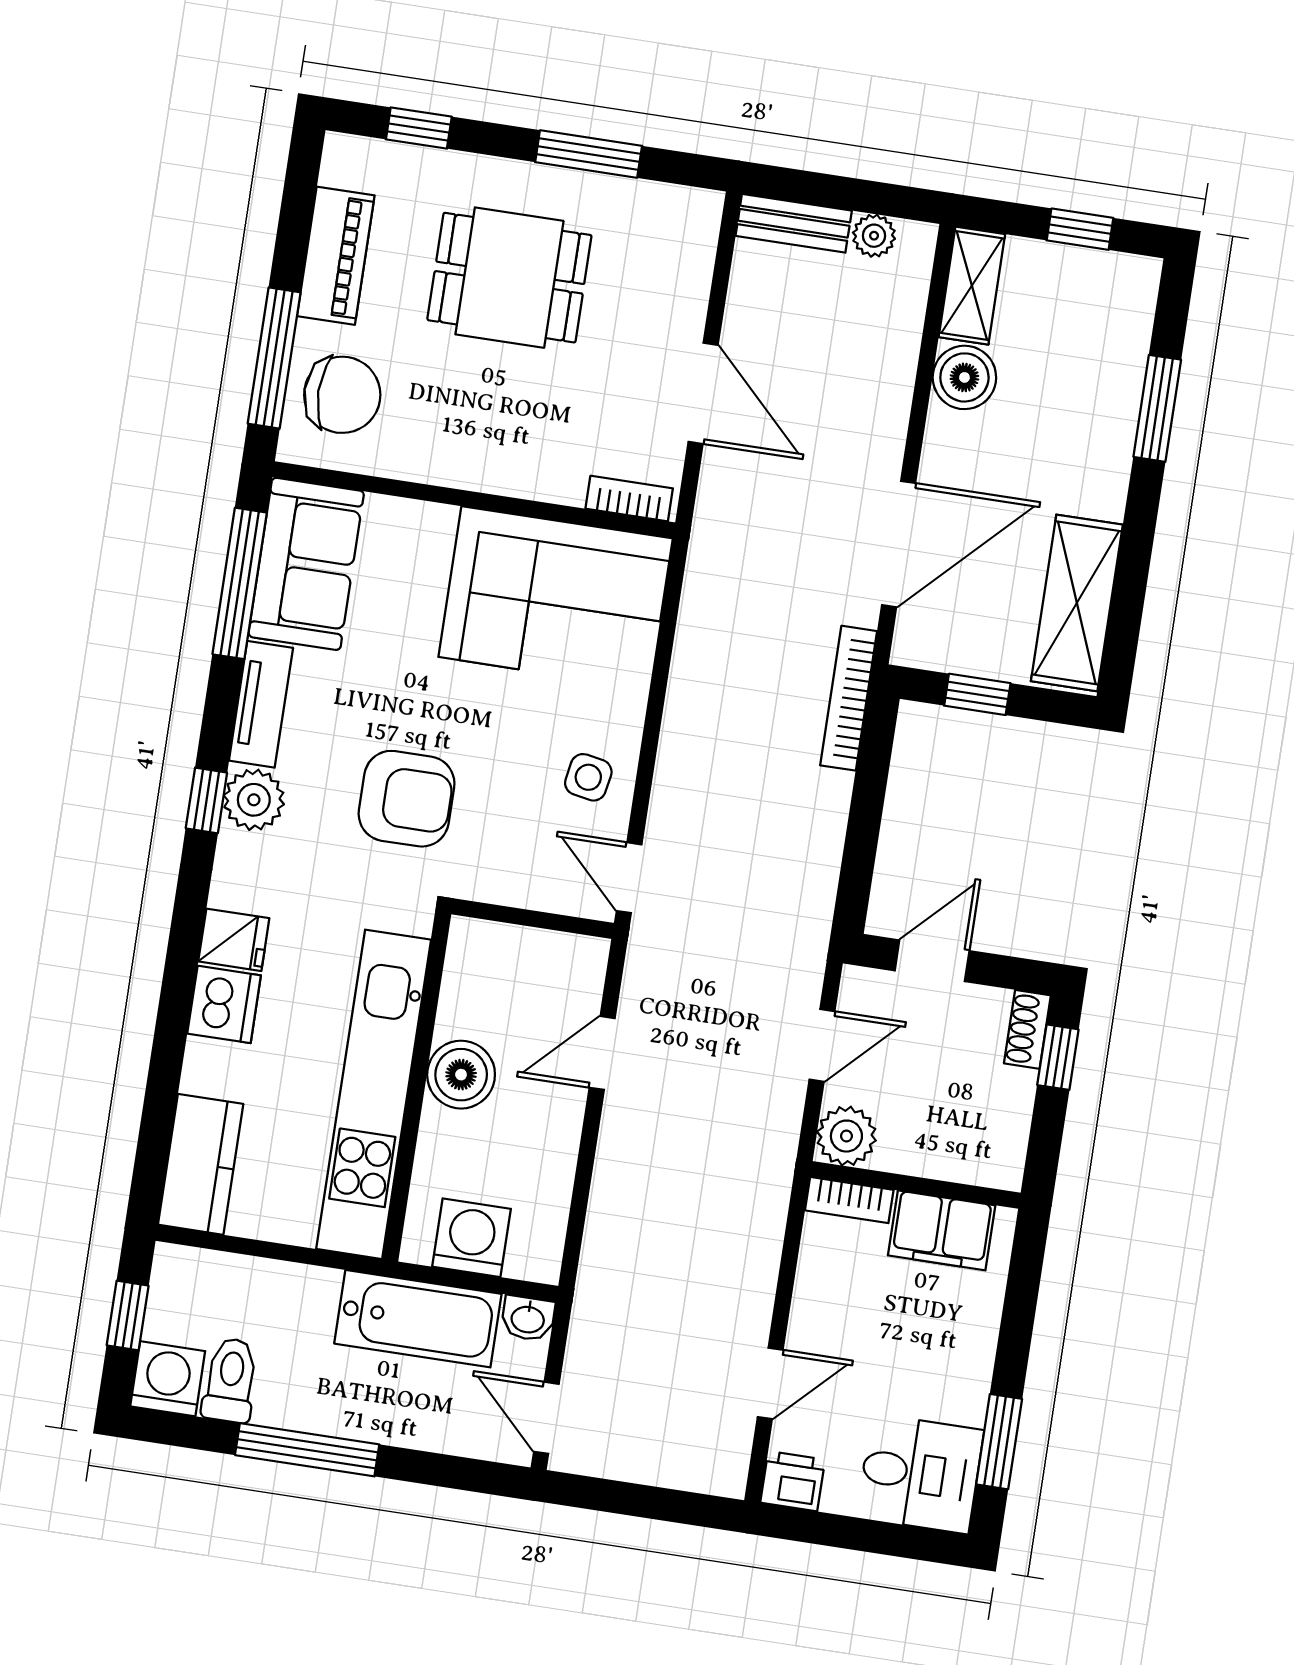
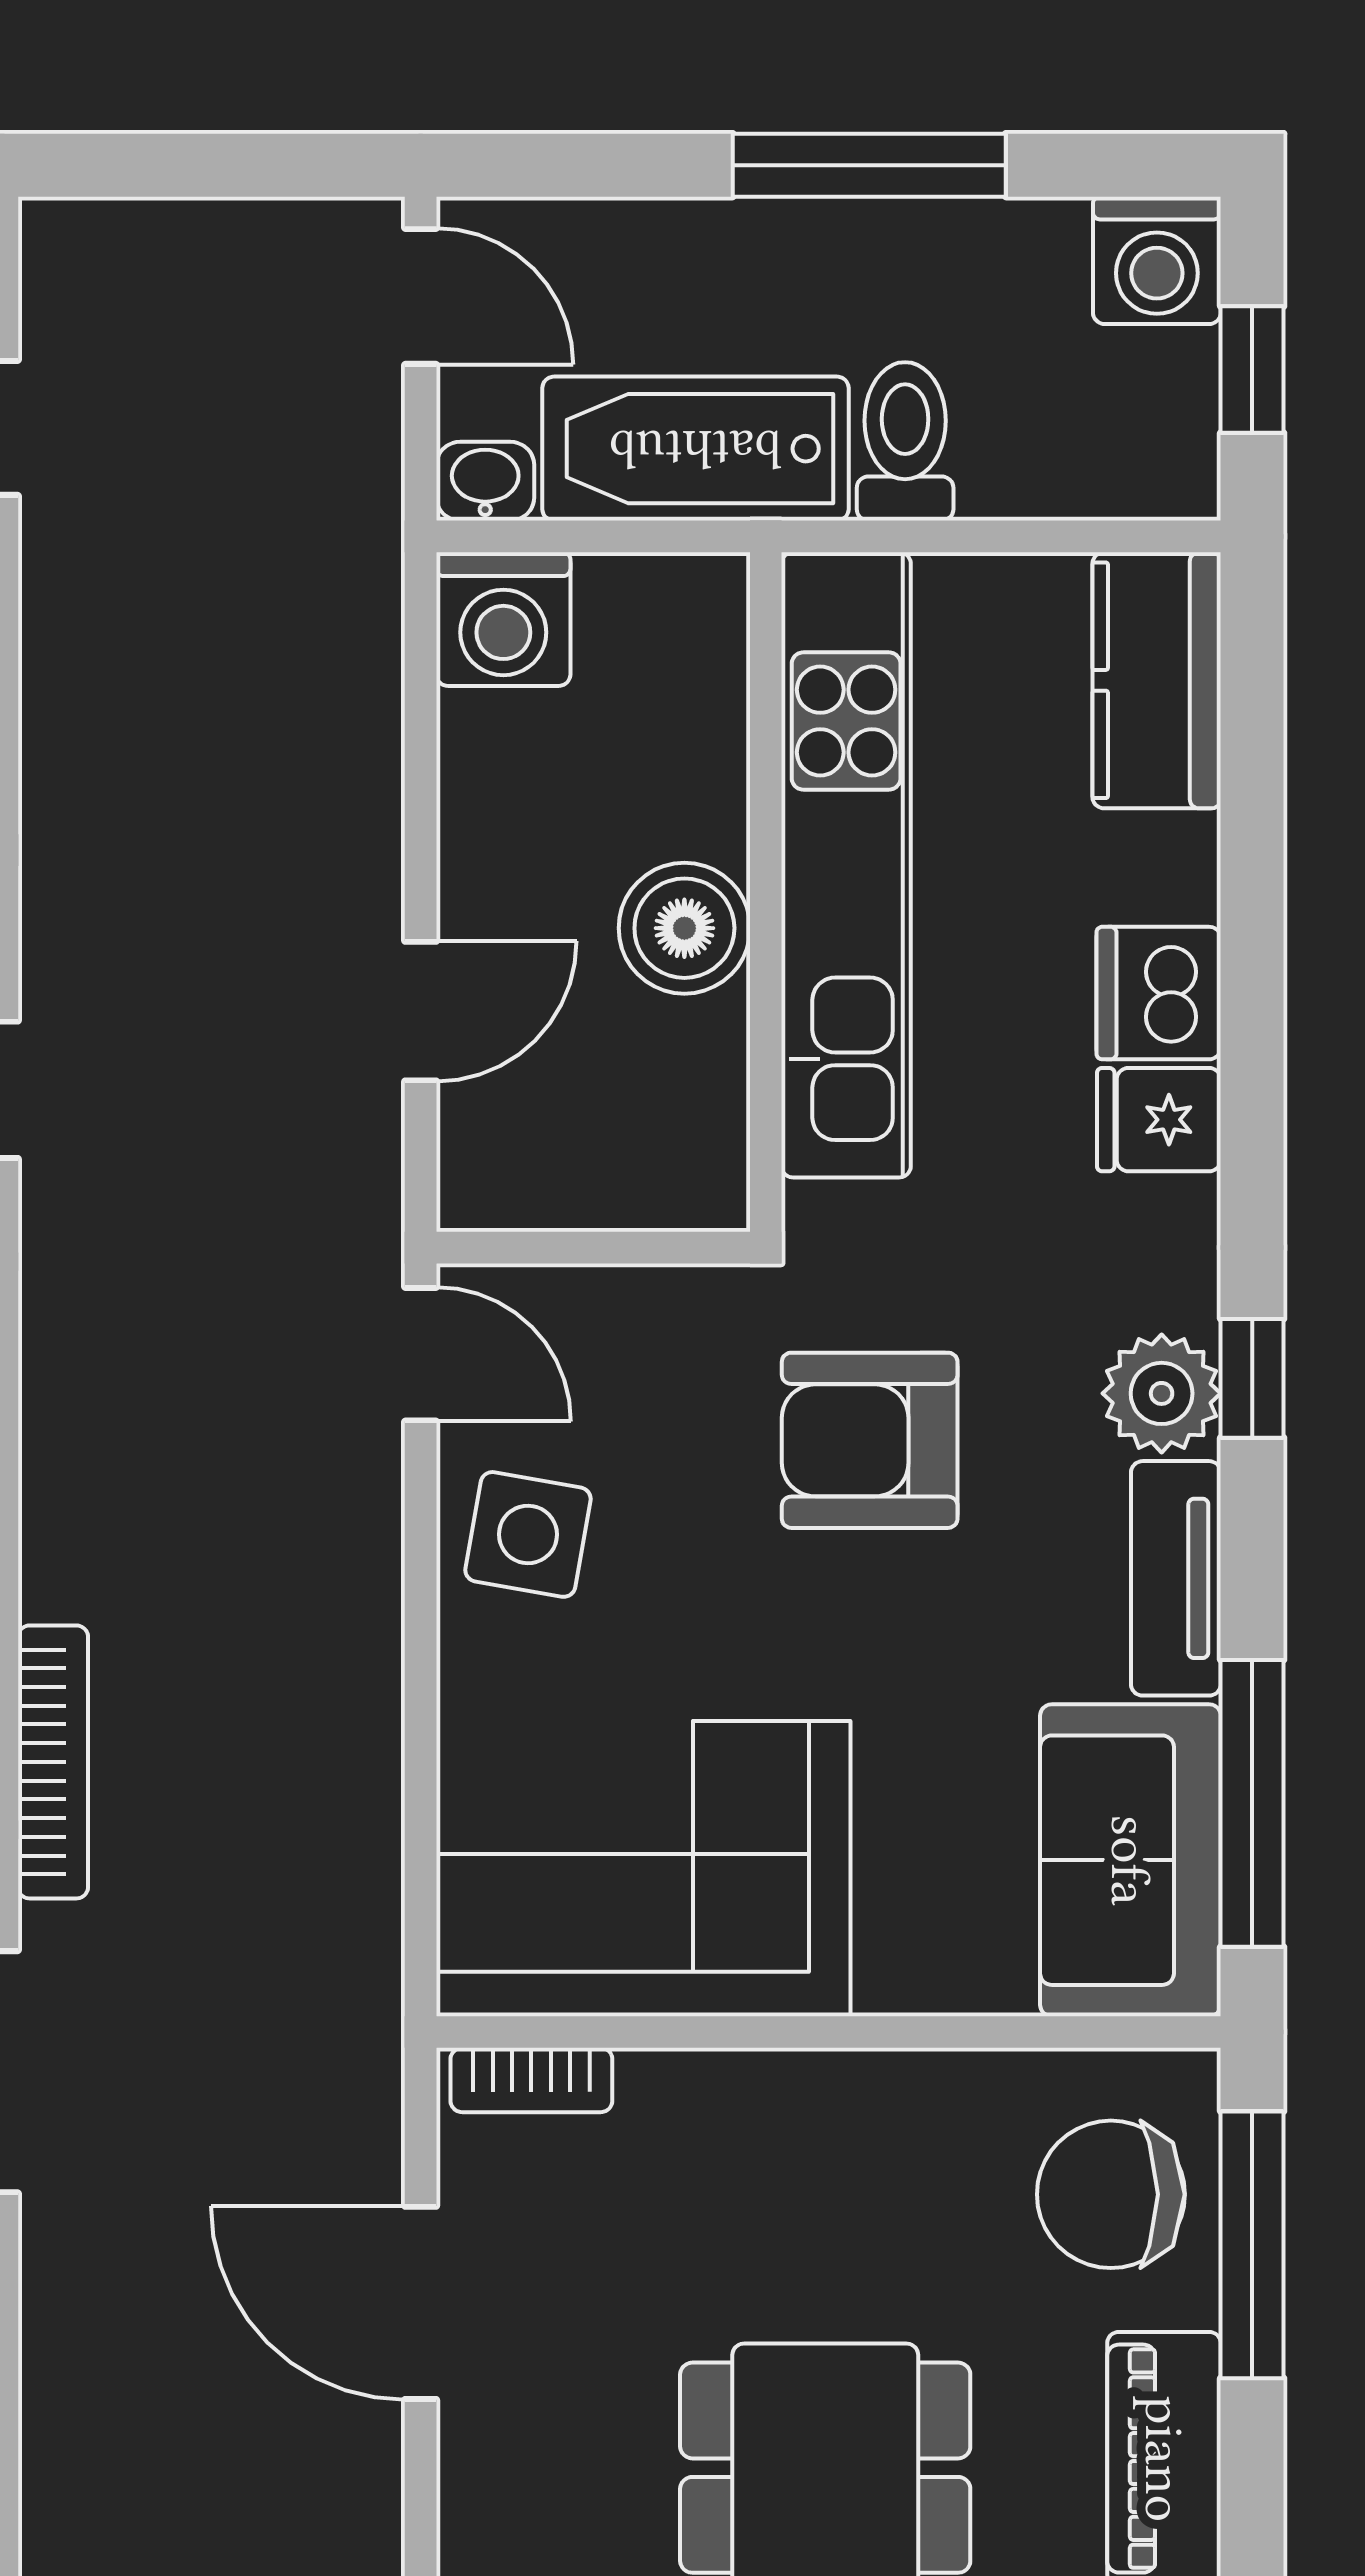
side table: (588, 777) -> (528, 1534), width x1.37, depth x1.37
washing machine: (472, 1238) -> (503, 619), moved
toilet: (230, 1380) -> (905, 441), moved, turned 180

